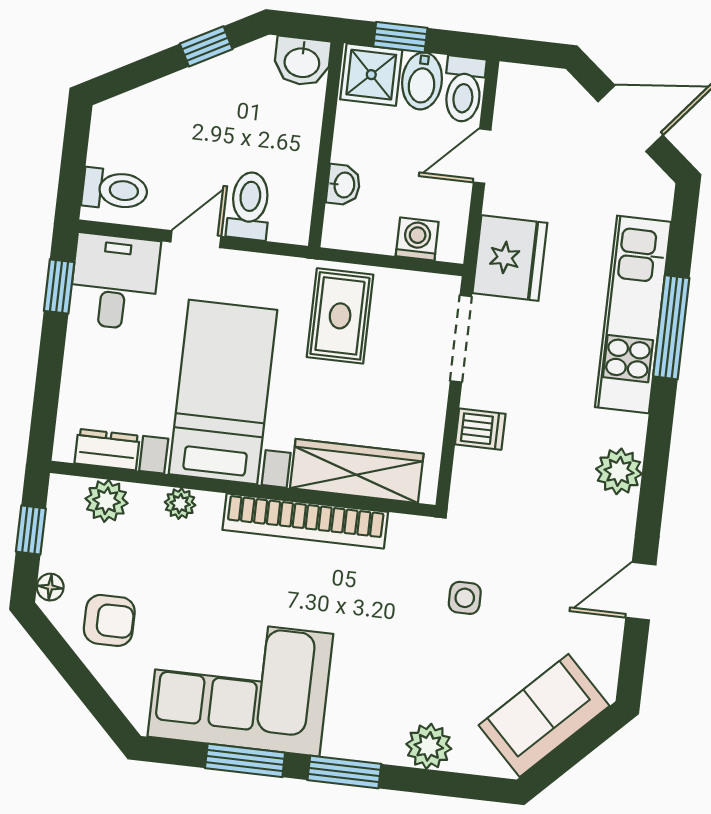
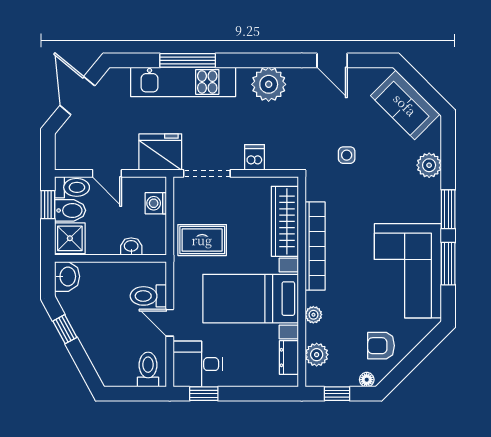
window: (400, 37) -> (48, 205), moved
plant: (619, 471) -> (269, 84), width x1.36, depth x1.36
armchair: (109, 620) -> (381, 346), turned -90

